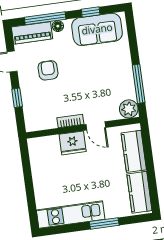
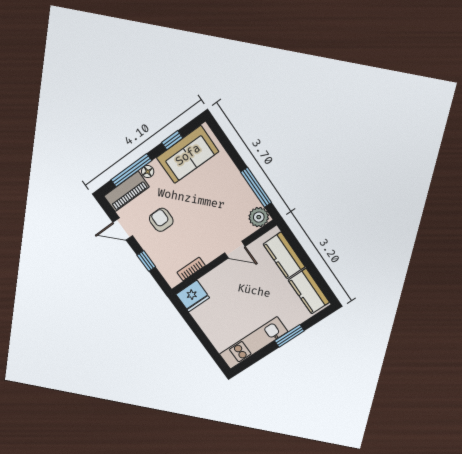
bookcase: (70, 121) -> (191, 269), moved
fridge: (73, 143) -> (193, 296), moved

